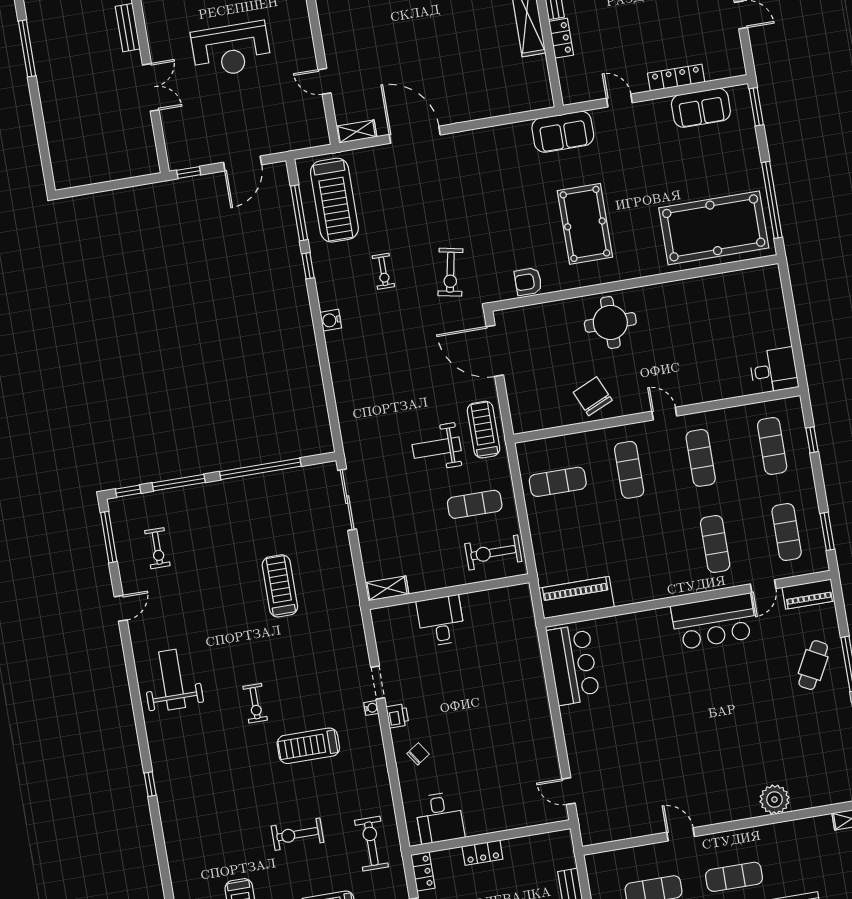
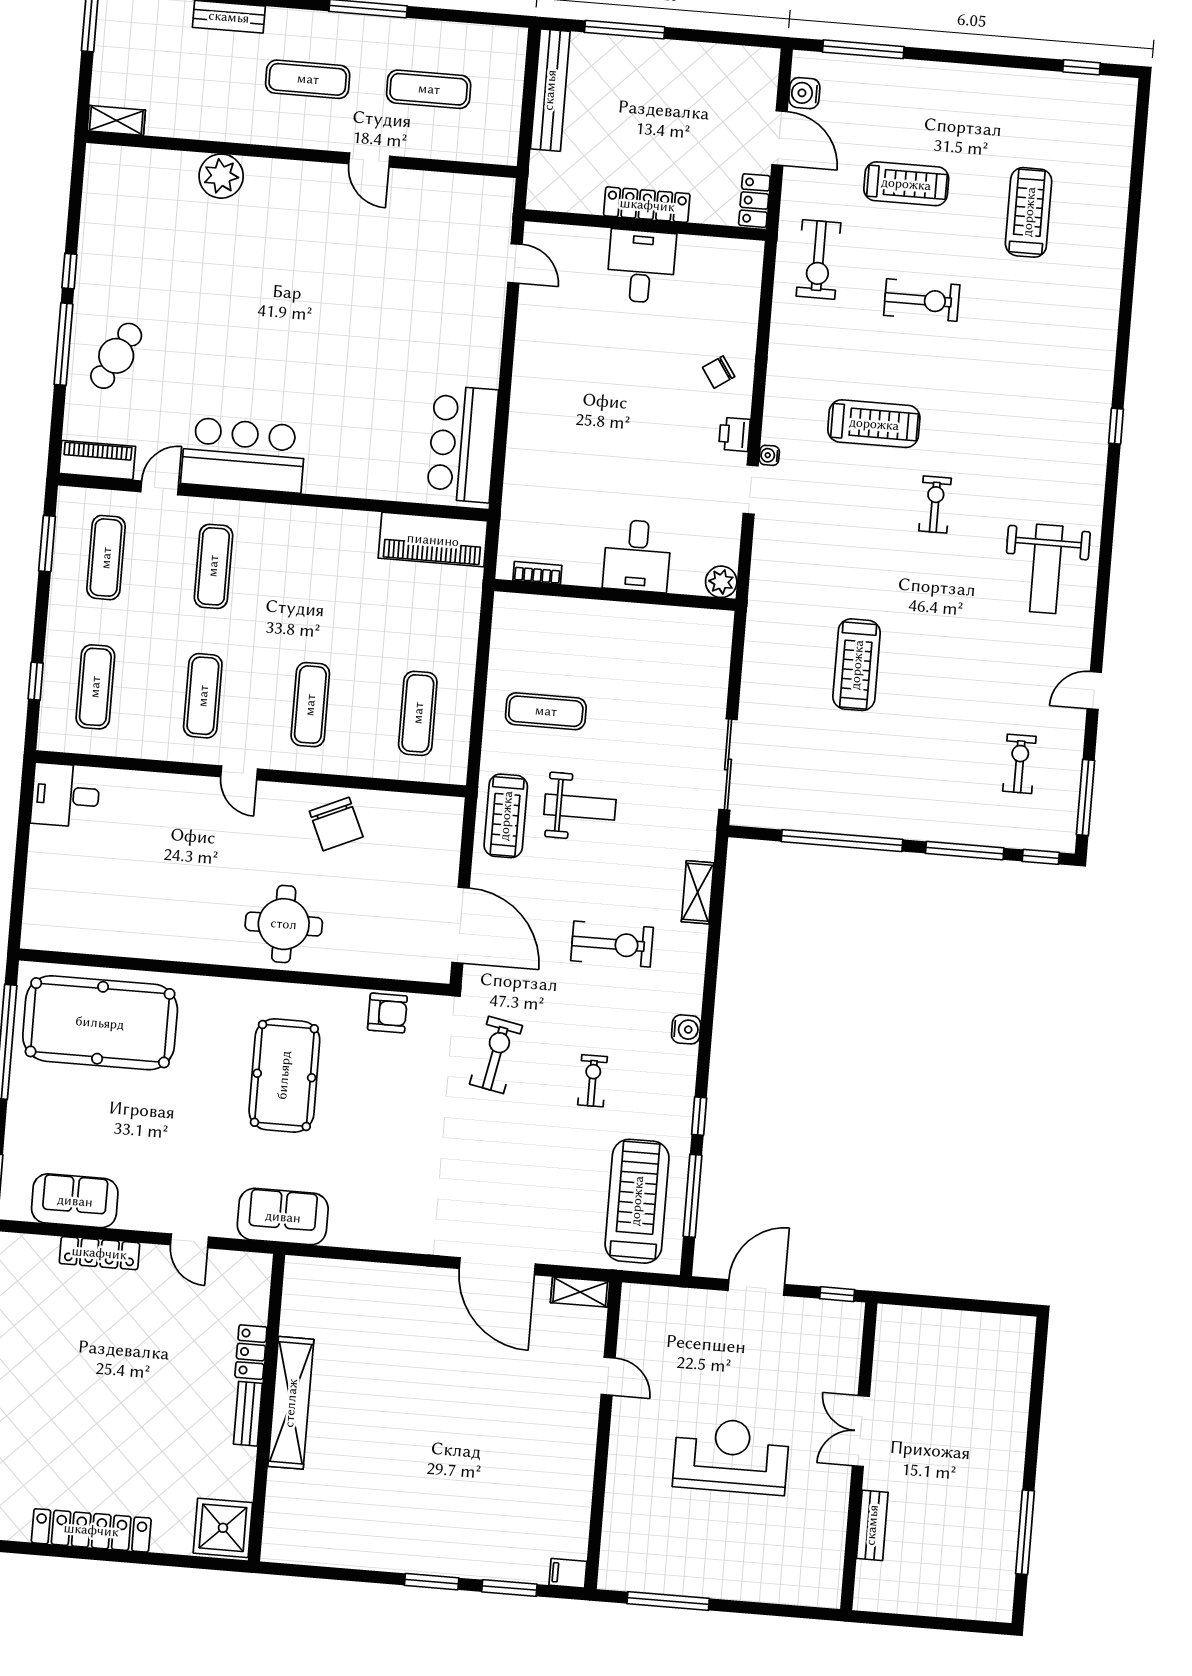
exercise mat: (558, 482) -> (418, 713), turned 90
exercise bike: (493, 553) -> (612, 944), moved
shelving: (387, 588) -> (698, 892), moved, turned 90
bookcase: (503, 593) -> (537, 573), added
plant: (382, 618) -> (721, 582), added
desk: (440, 818) -> (641, 266), moved
locker: (482, 853) -> (647, 205), width x1.53

